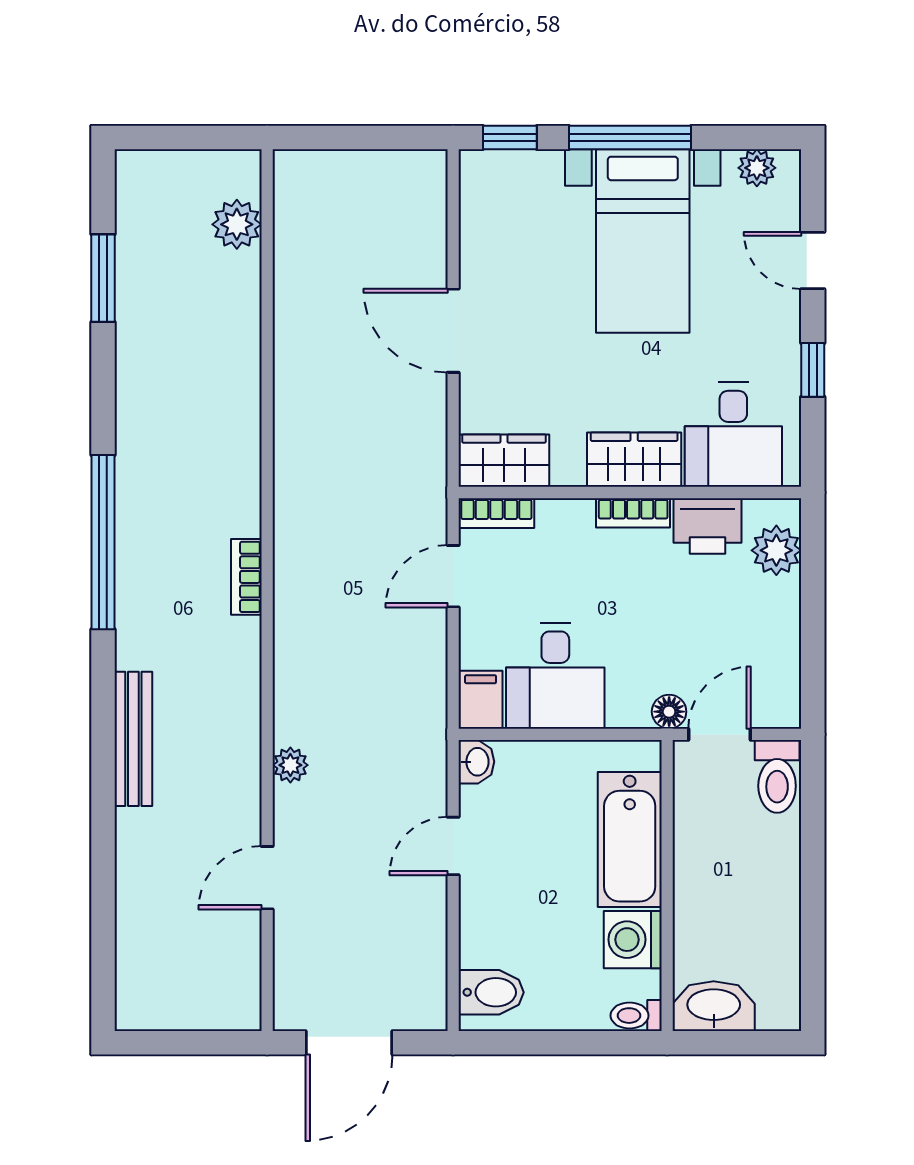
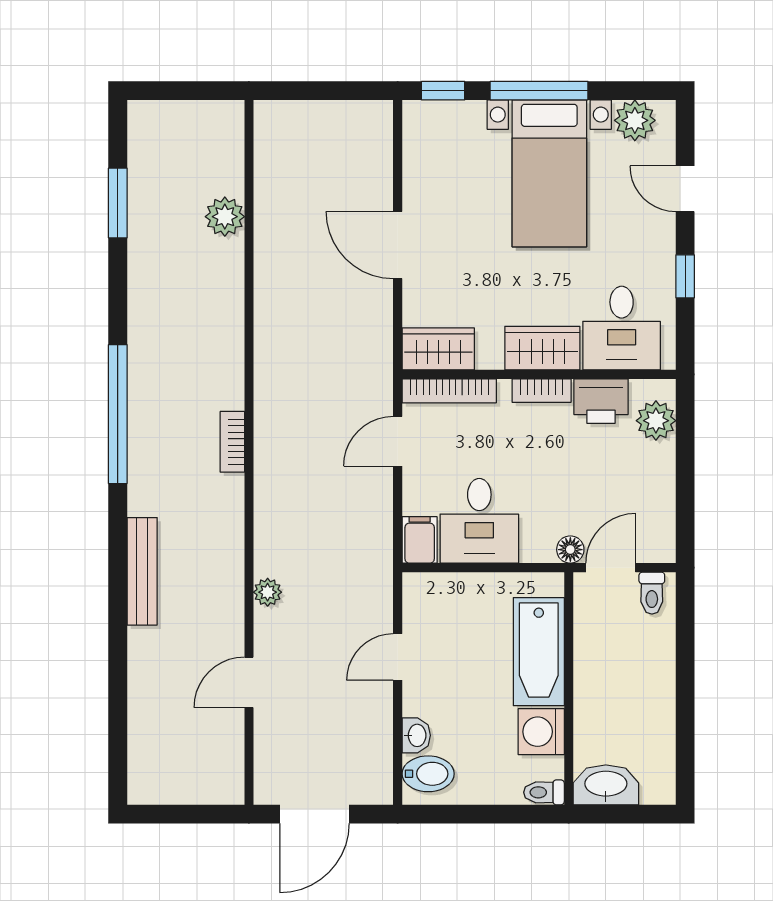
plant: (757, 168) -> (635, 120), width x1.38, depth x1.38
plant: (237, 224) -> (225, 217), moved
bookcase: (496, 513) -> (449, 391), width x1.56
washbasin: (476, 762) -> (416, 735), moved
toilet: (777, 776) -> (652, 593), width x0.73, depth x0.72

